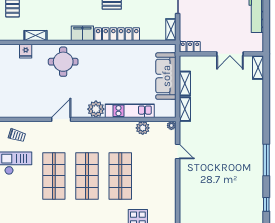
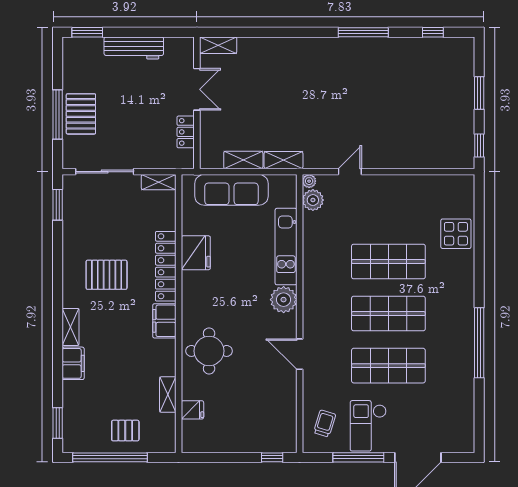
locker: (190, 47) -> (186, 132), moved
fridge: (126, 53) -> (196, 253), added
plant: (143, 128) -> (313, 200), moved

